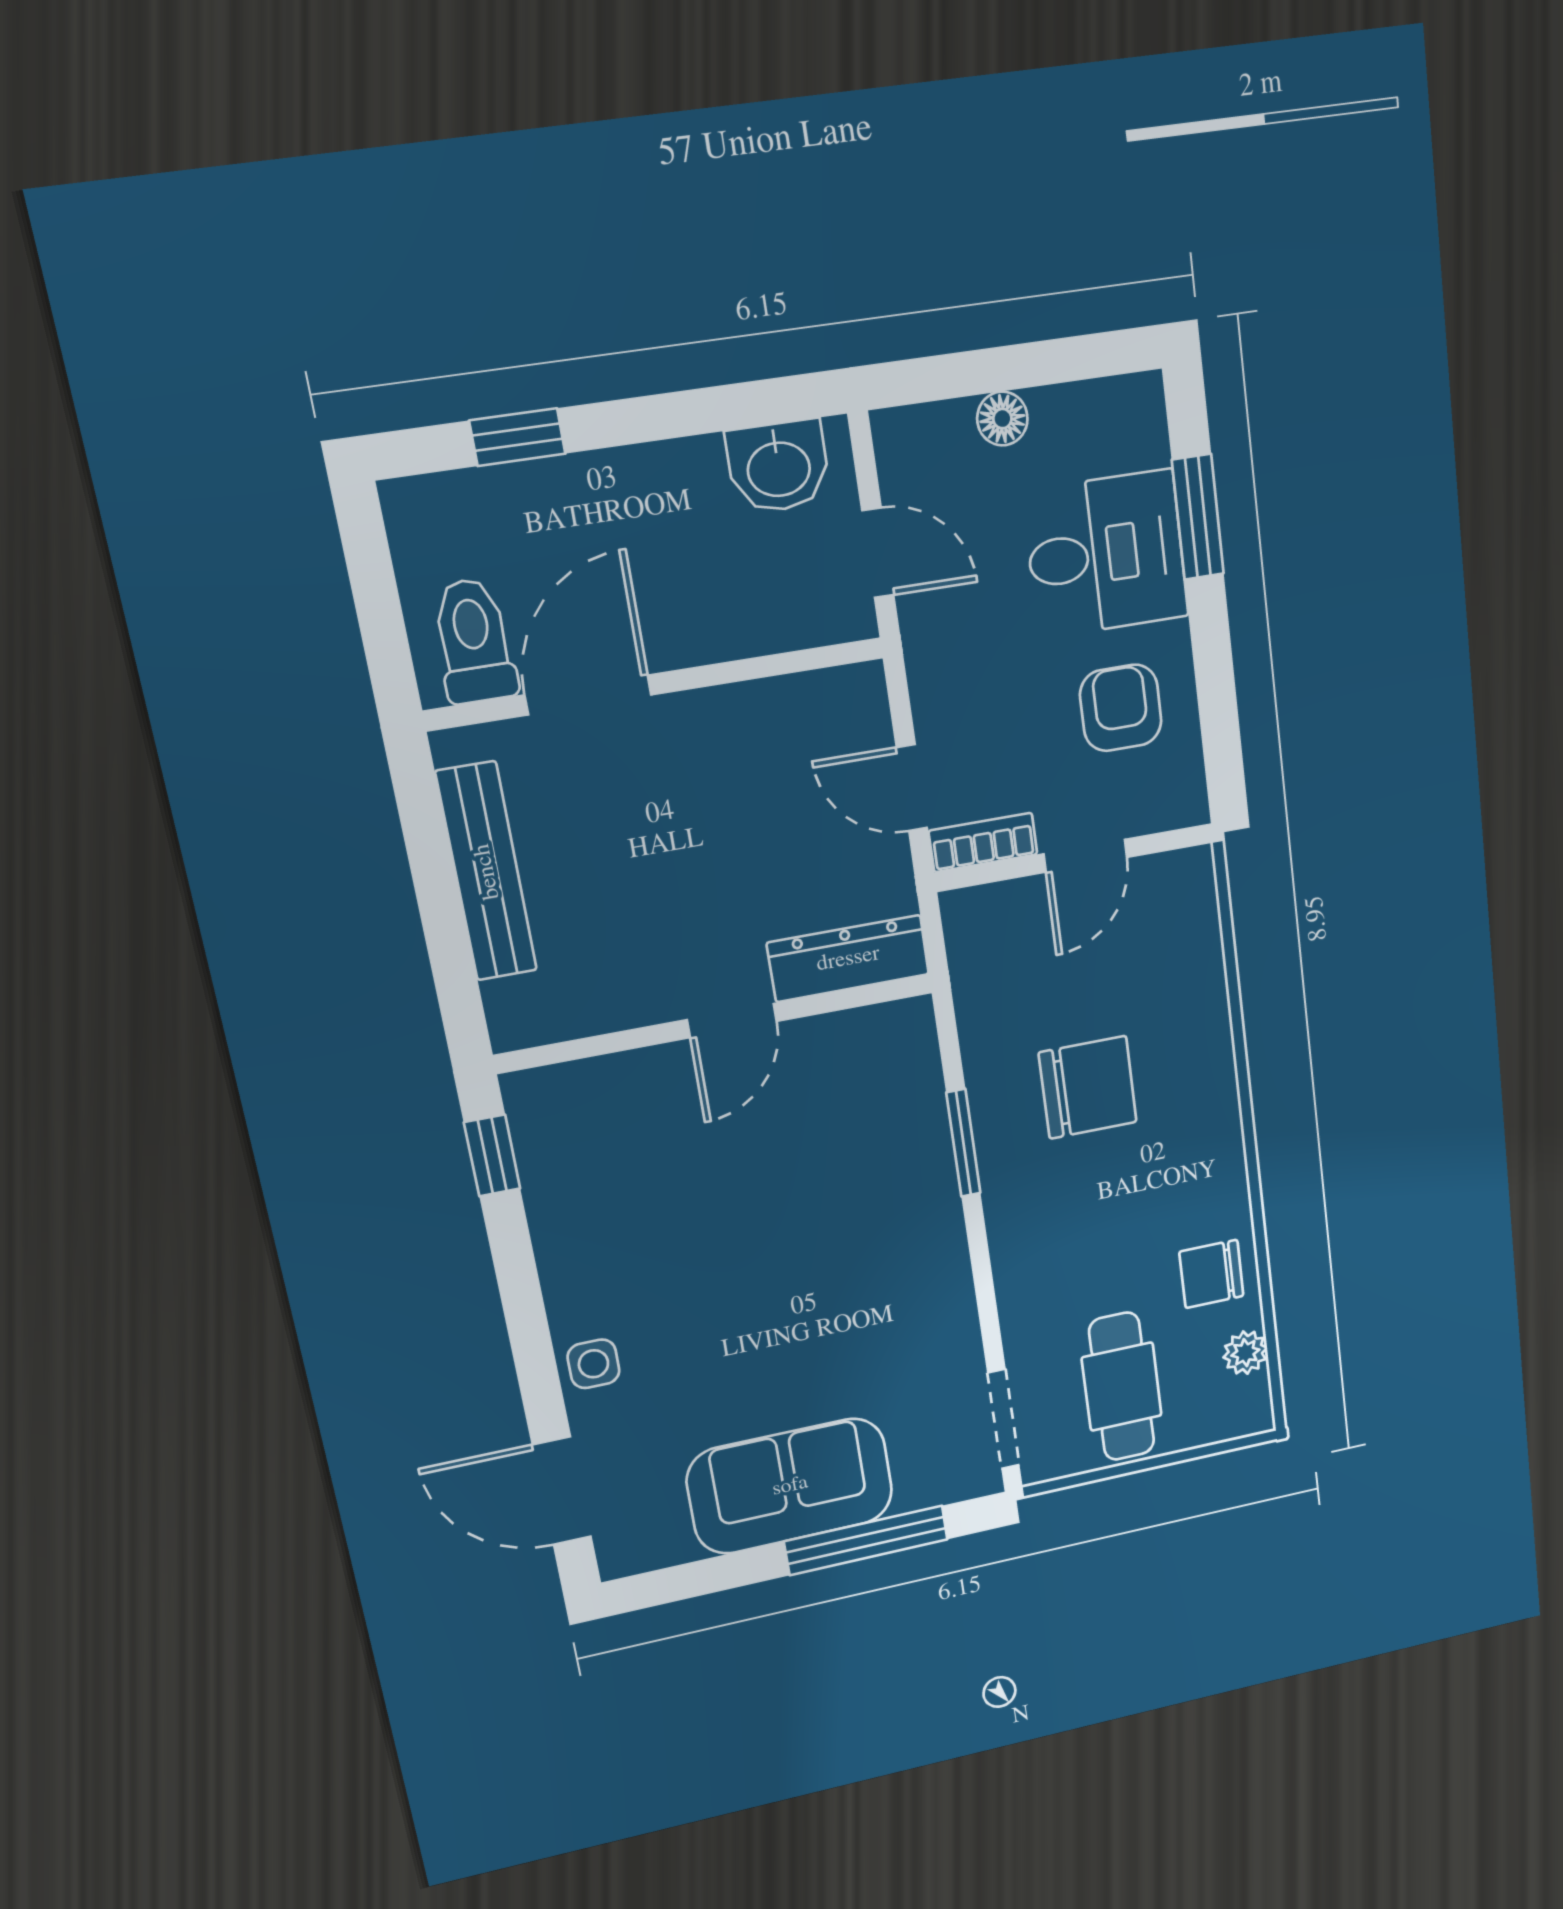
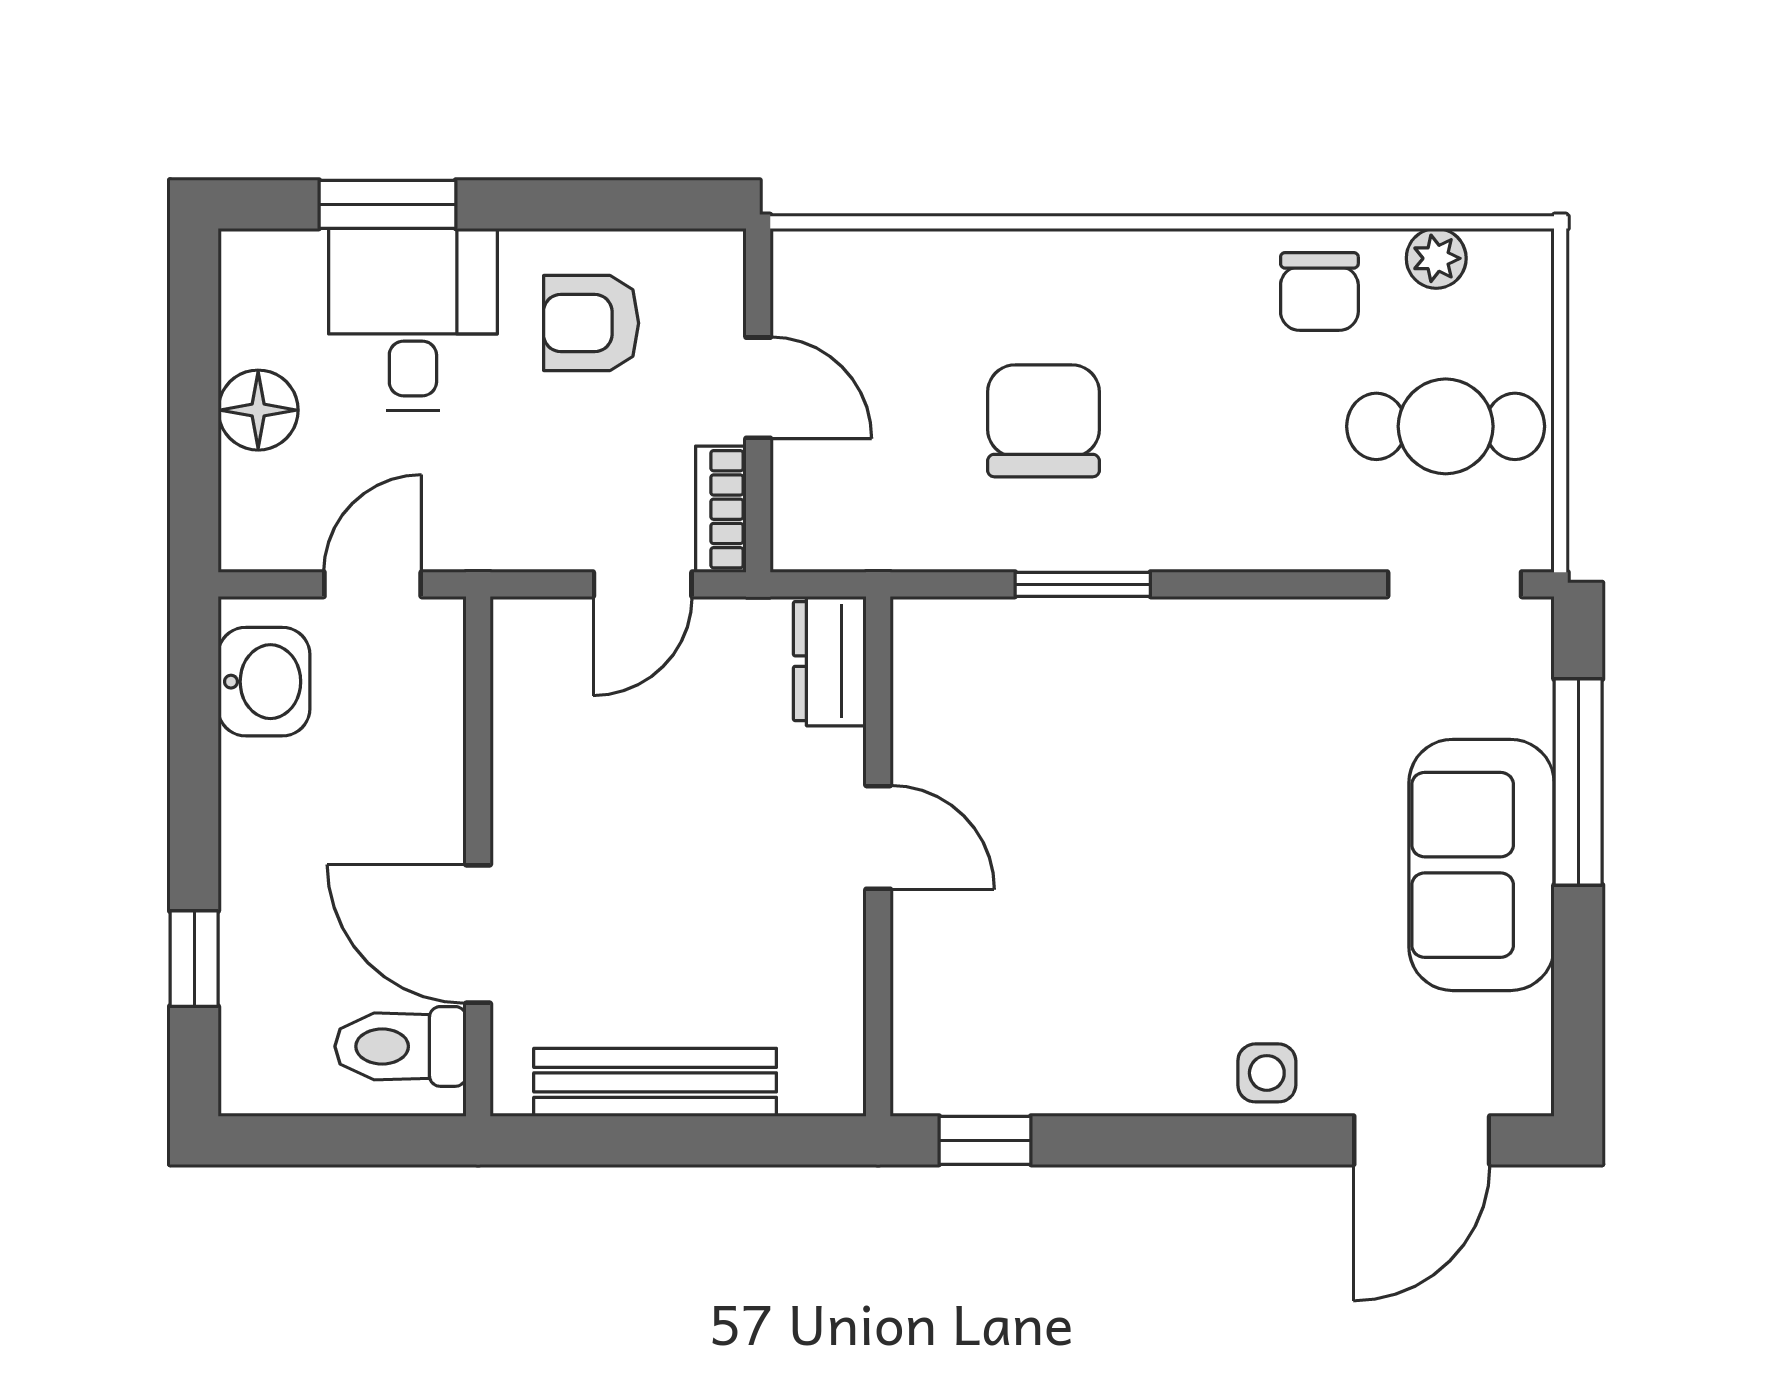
floor lamp: (1002, 419) -> (258, 410), width x1.37, depth x1.37
dresser: (848, 959) -> (830, 661), width x0.70

